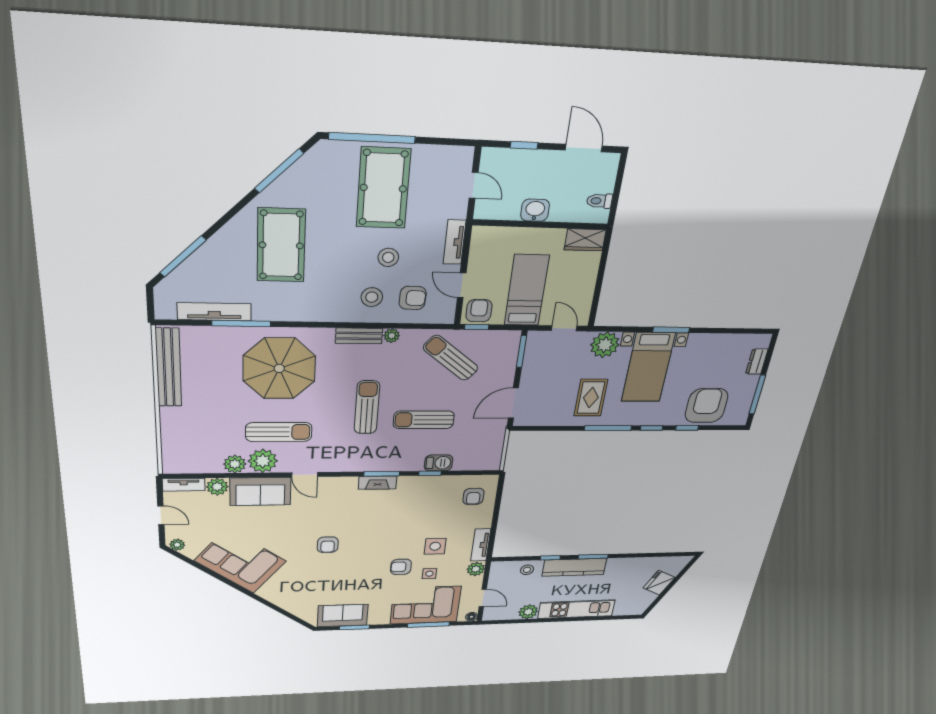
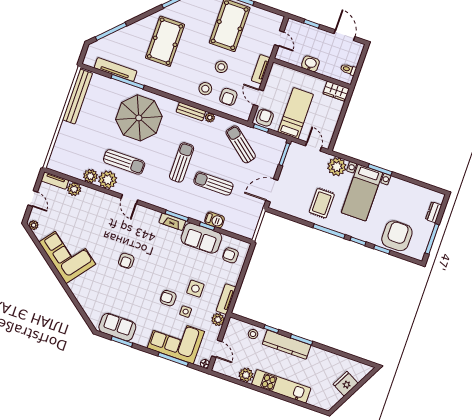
armchair: (413, 298) -> (228, 97), turned 88
sofa: (260, 491) -> (201, 238), moved
armchair: (473, 496) -> (231, 255), turned 90

